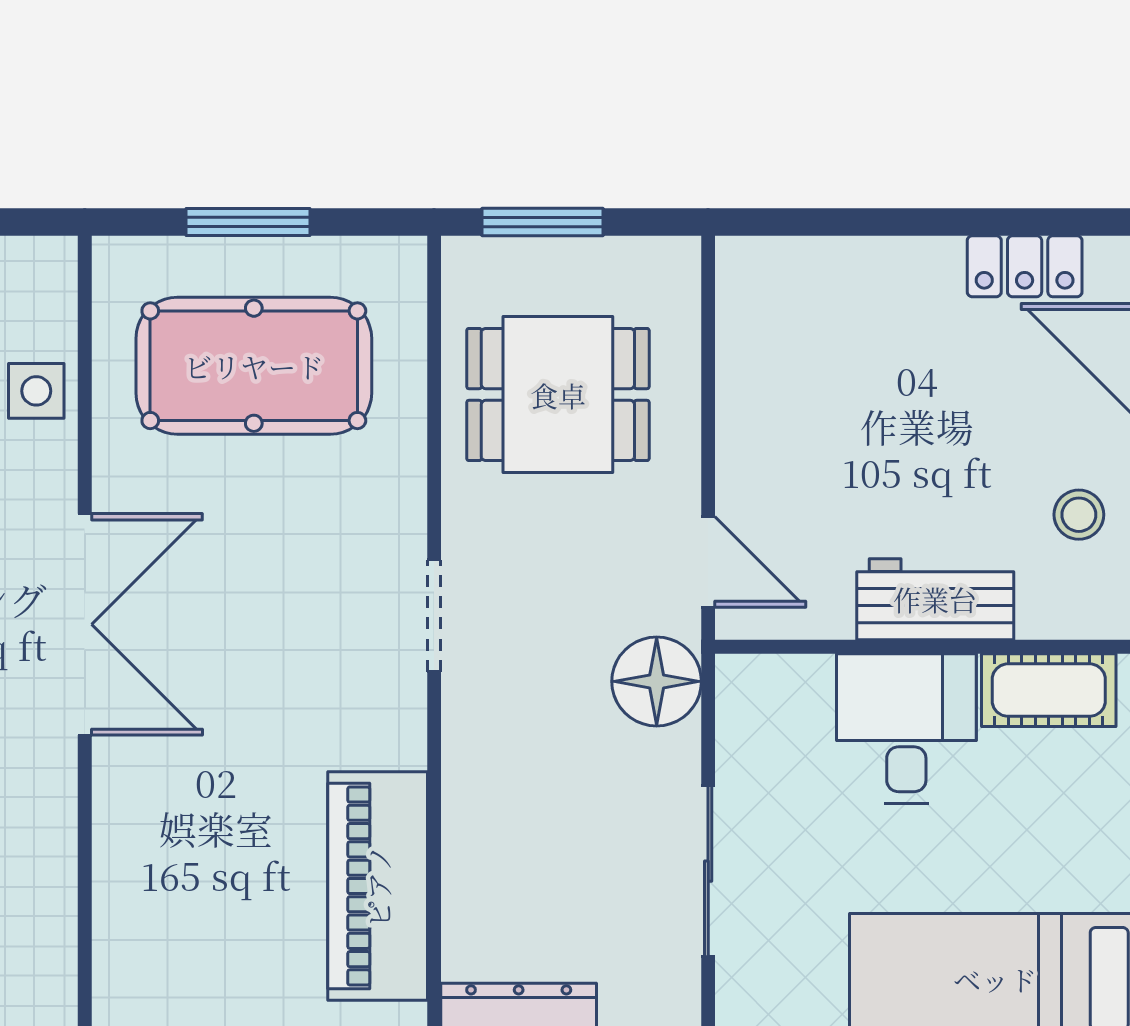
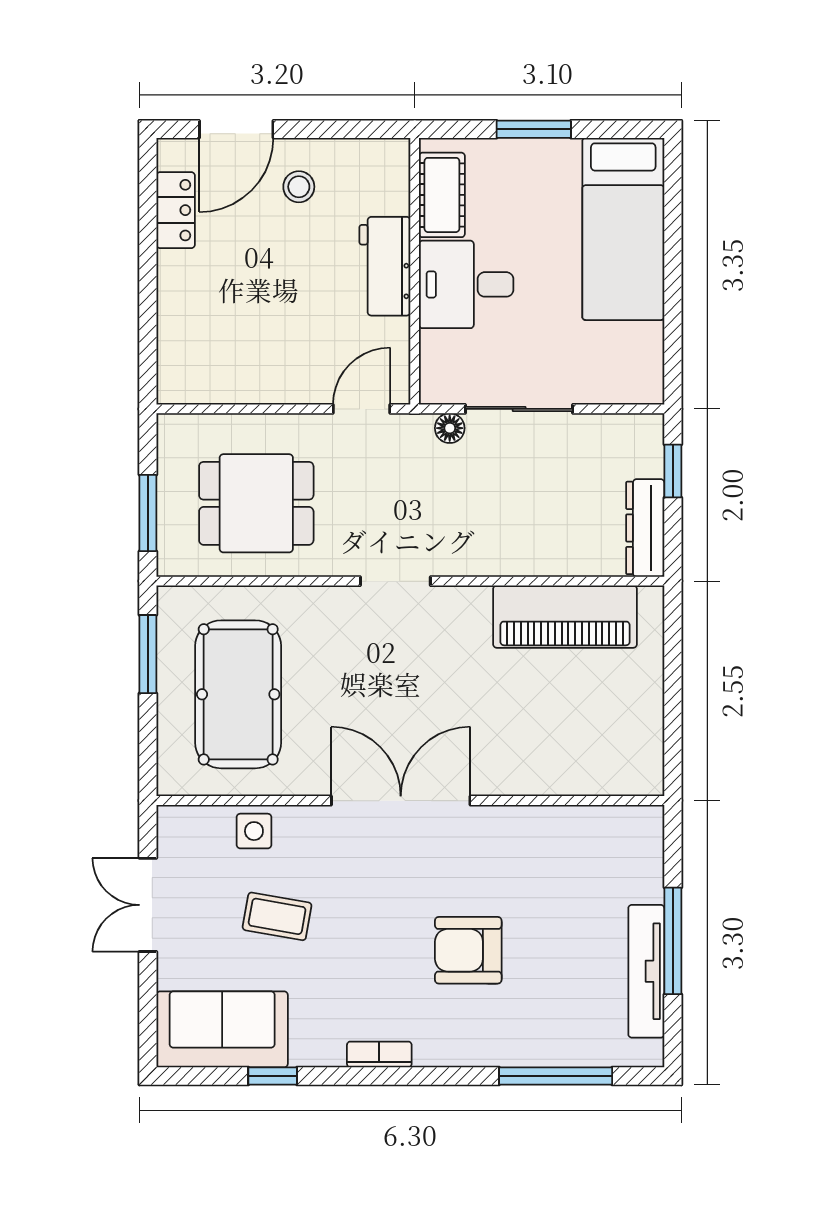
window: (248, 222) -> (148, 654), moved
dining table: (558, 395) -> (256, 503), turned 90
stool: (1079, 515) -> (299, 187), moved
floor lamp: (657, 681) -> (450, 428), width x0.53, depth x0.53
sliding door: (708, 871) -> (519, 409), moved

